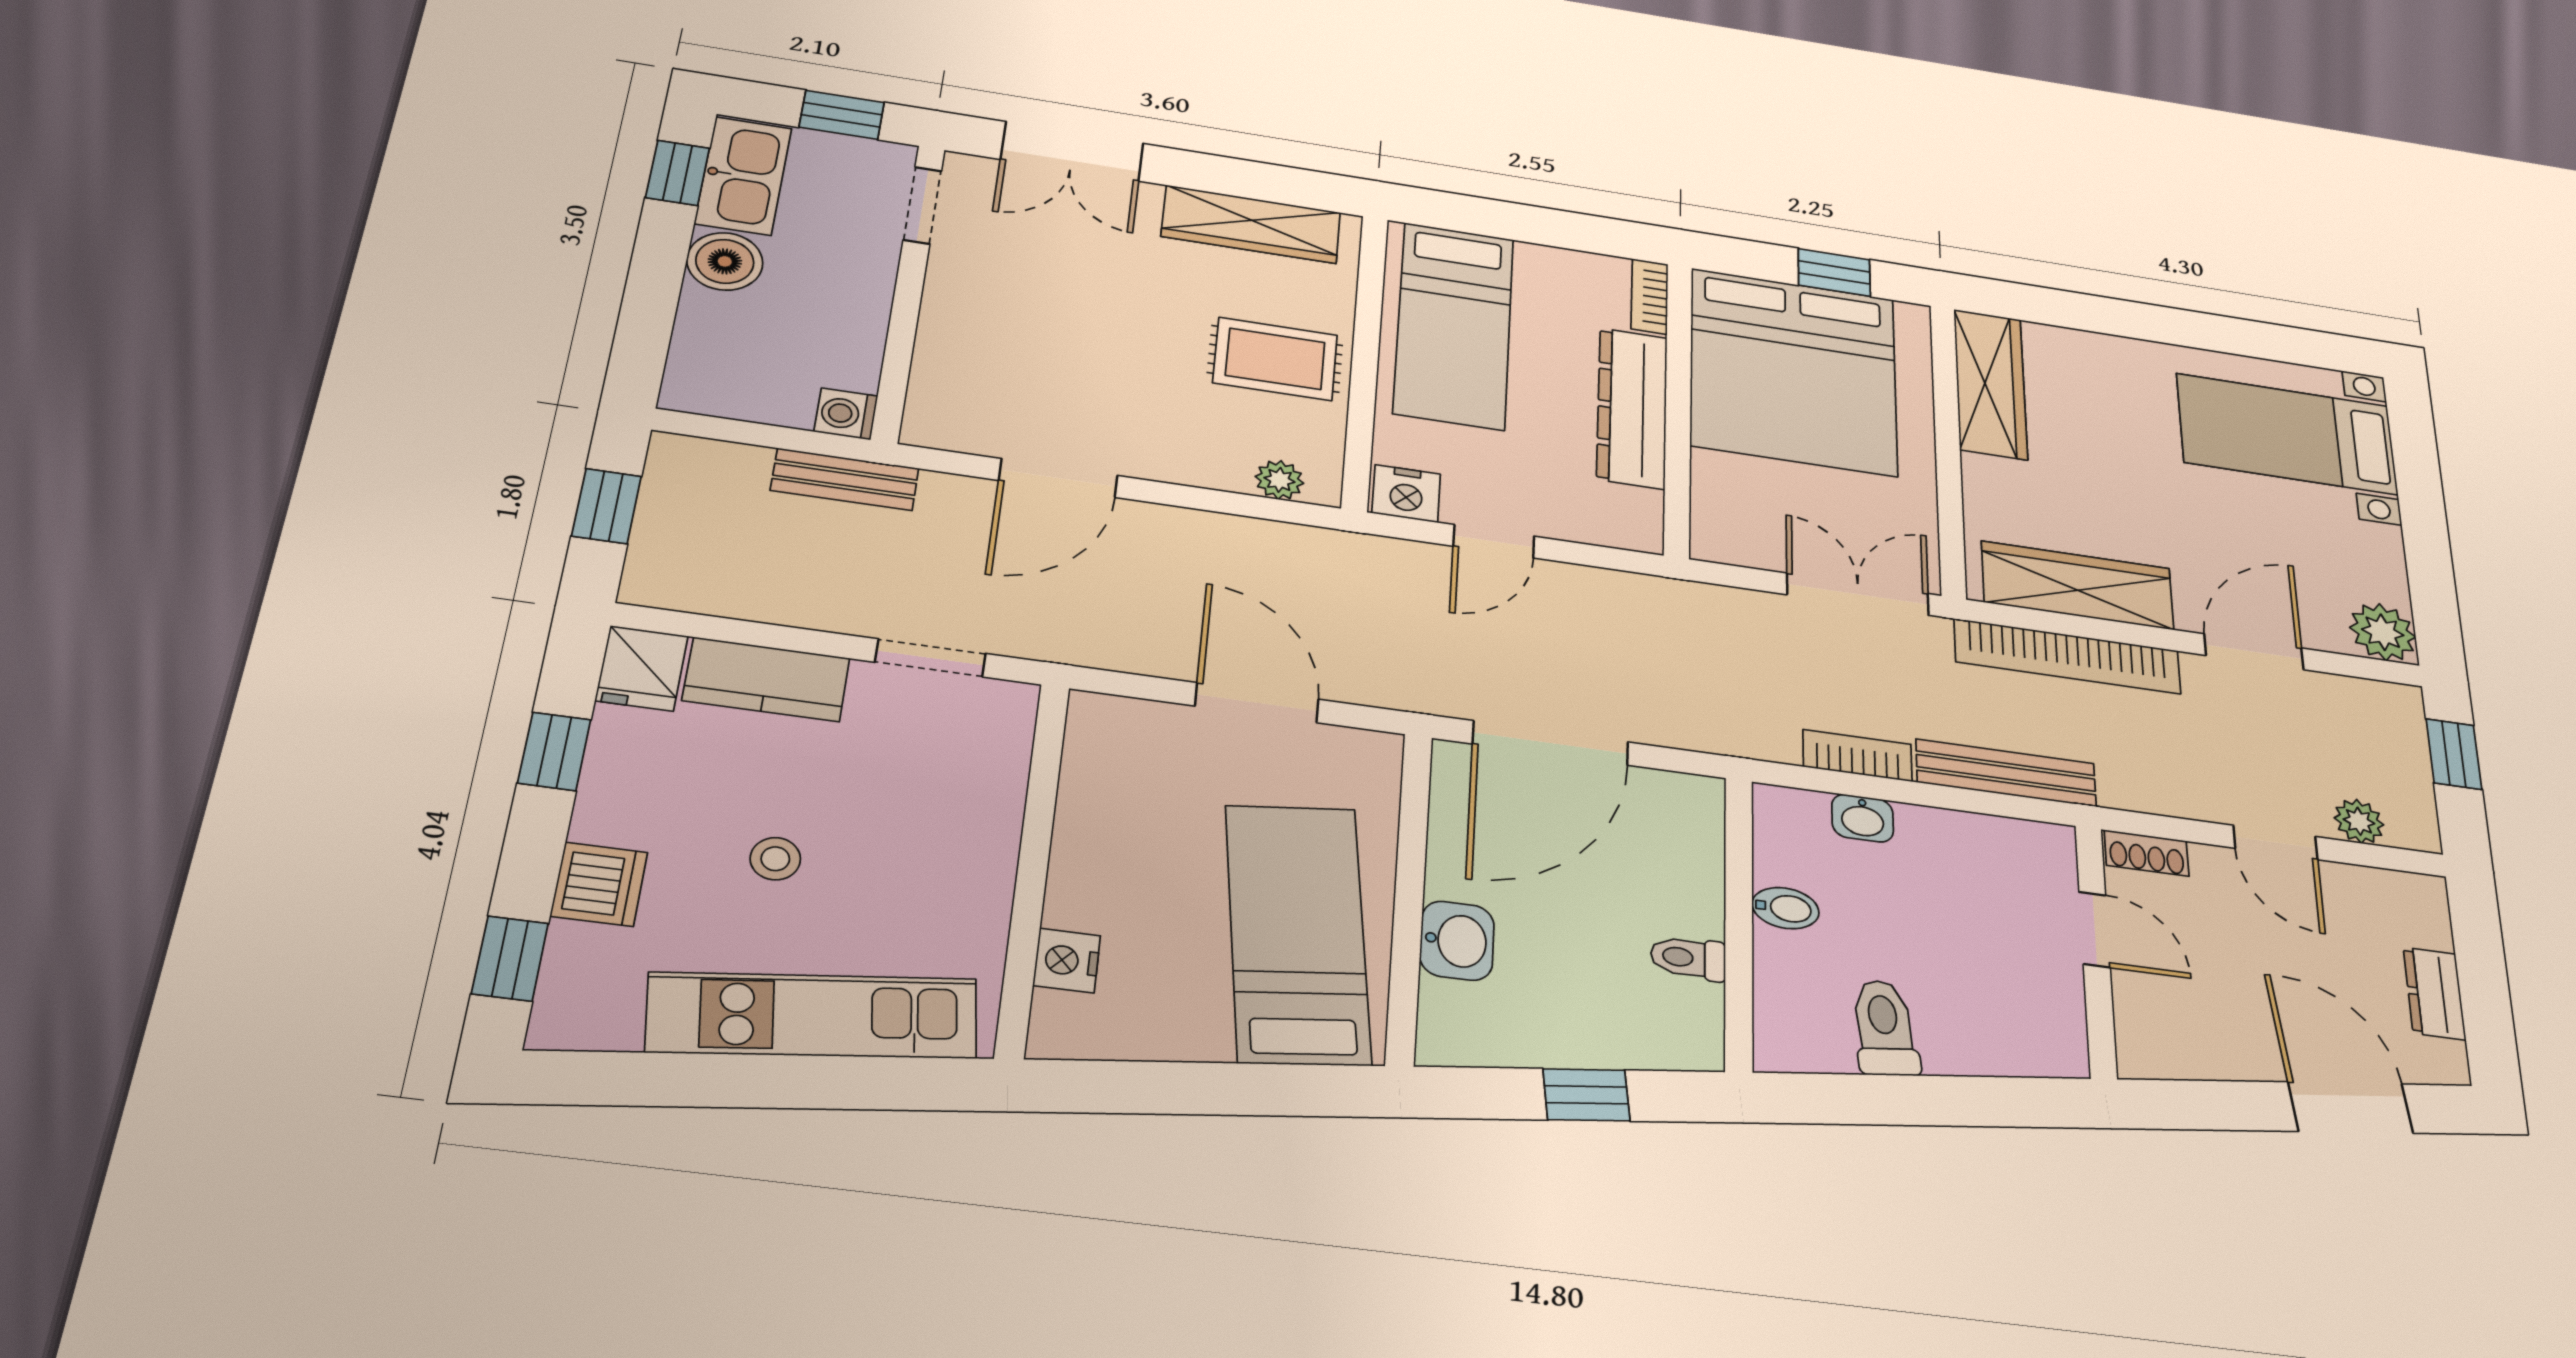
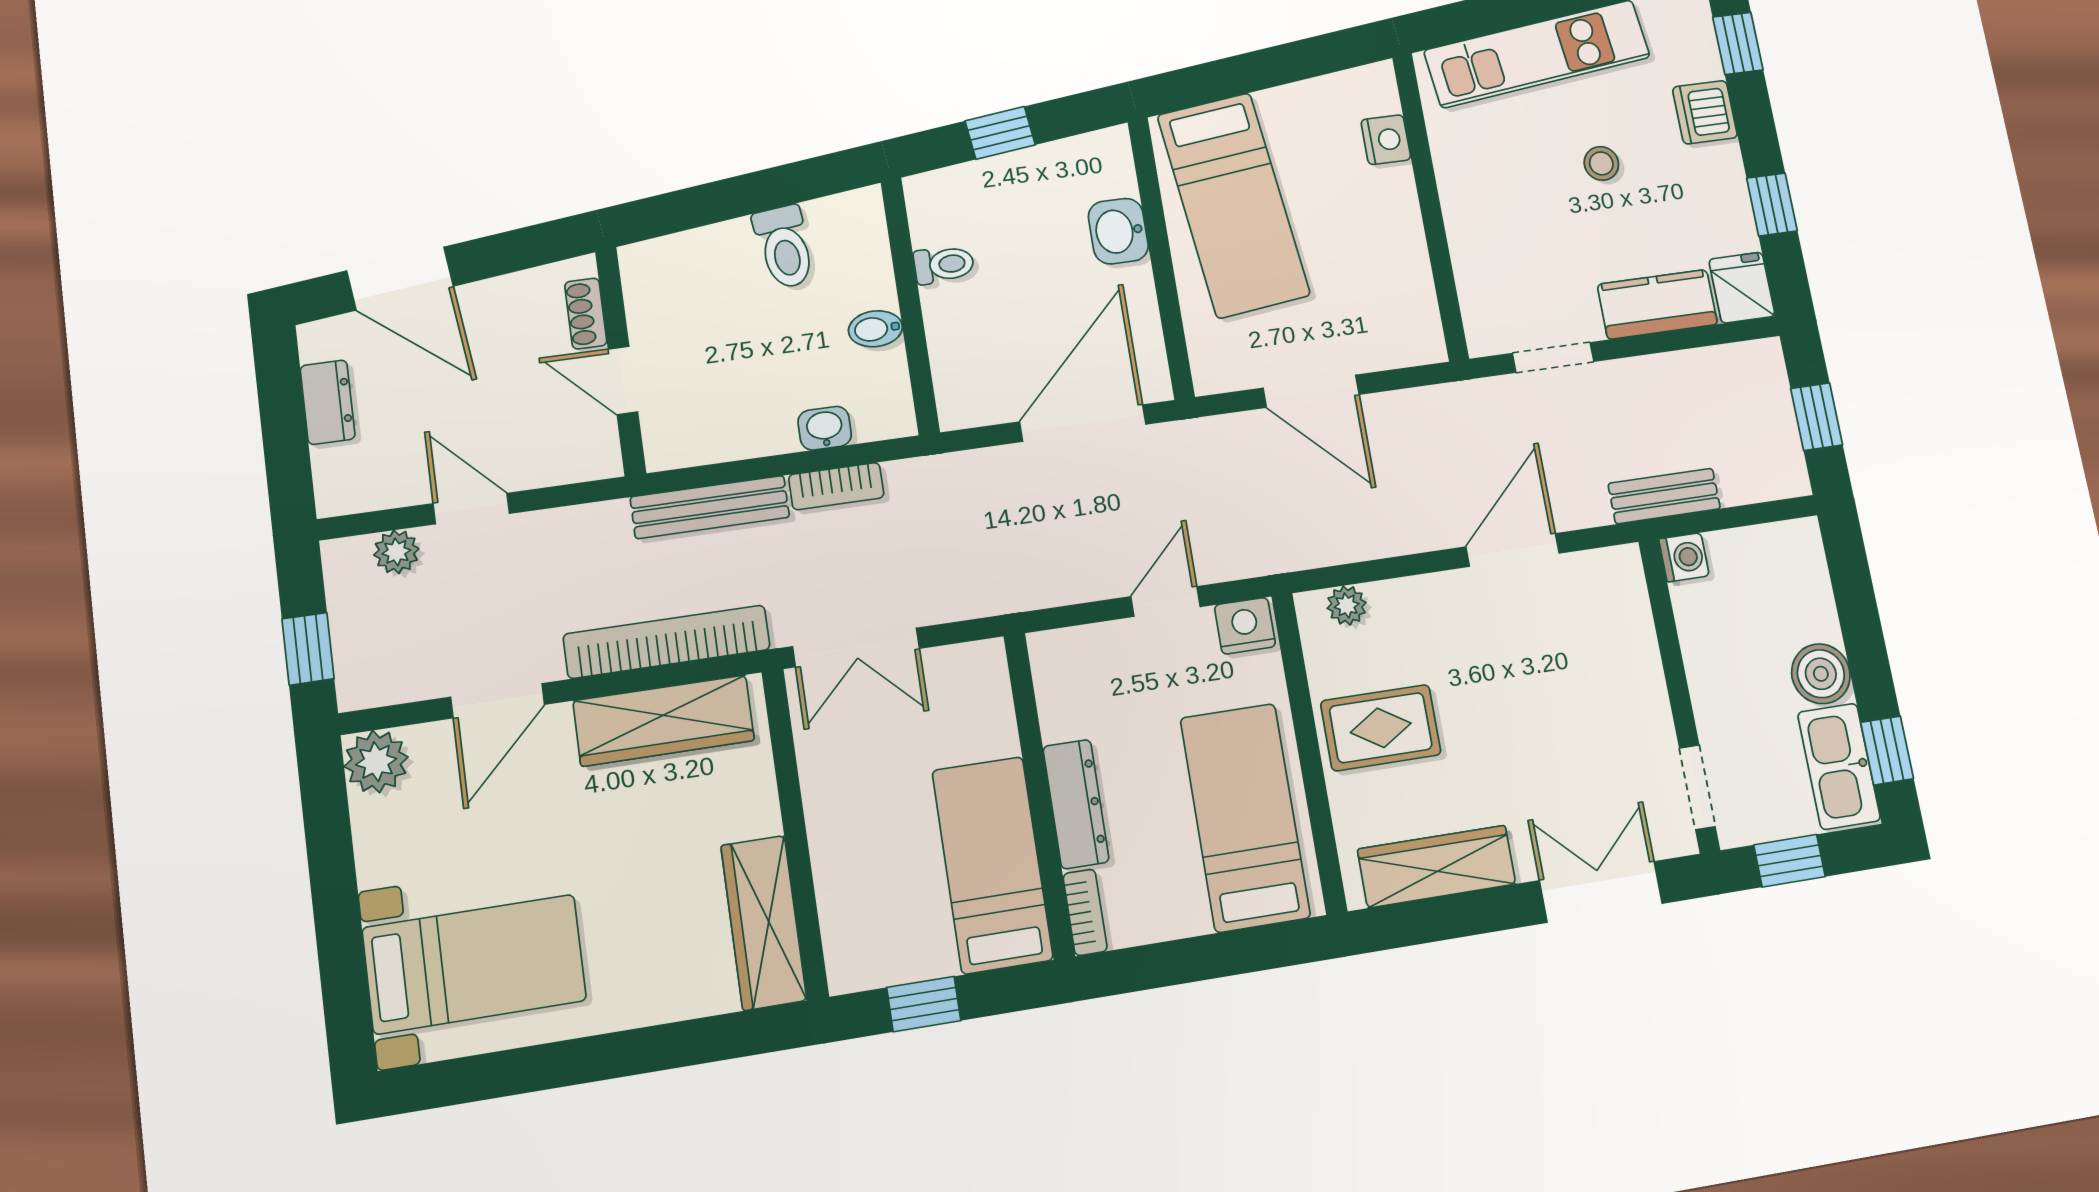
bed: (1793, 371) -> (992, 865), width x0.49
dresser: (1632, 408) -> (1076, 804), width x0.73, depth x0.80
shoe rack: (2146, 853) -> (586, 314), moved, turned -90

